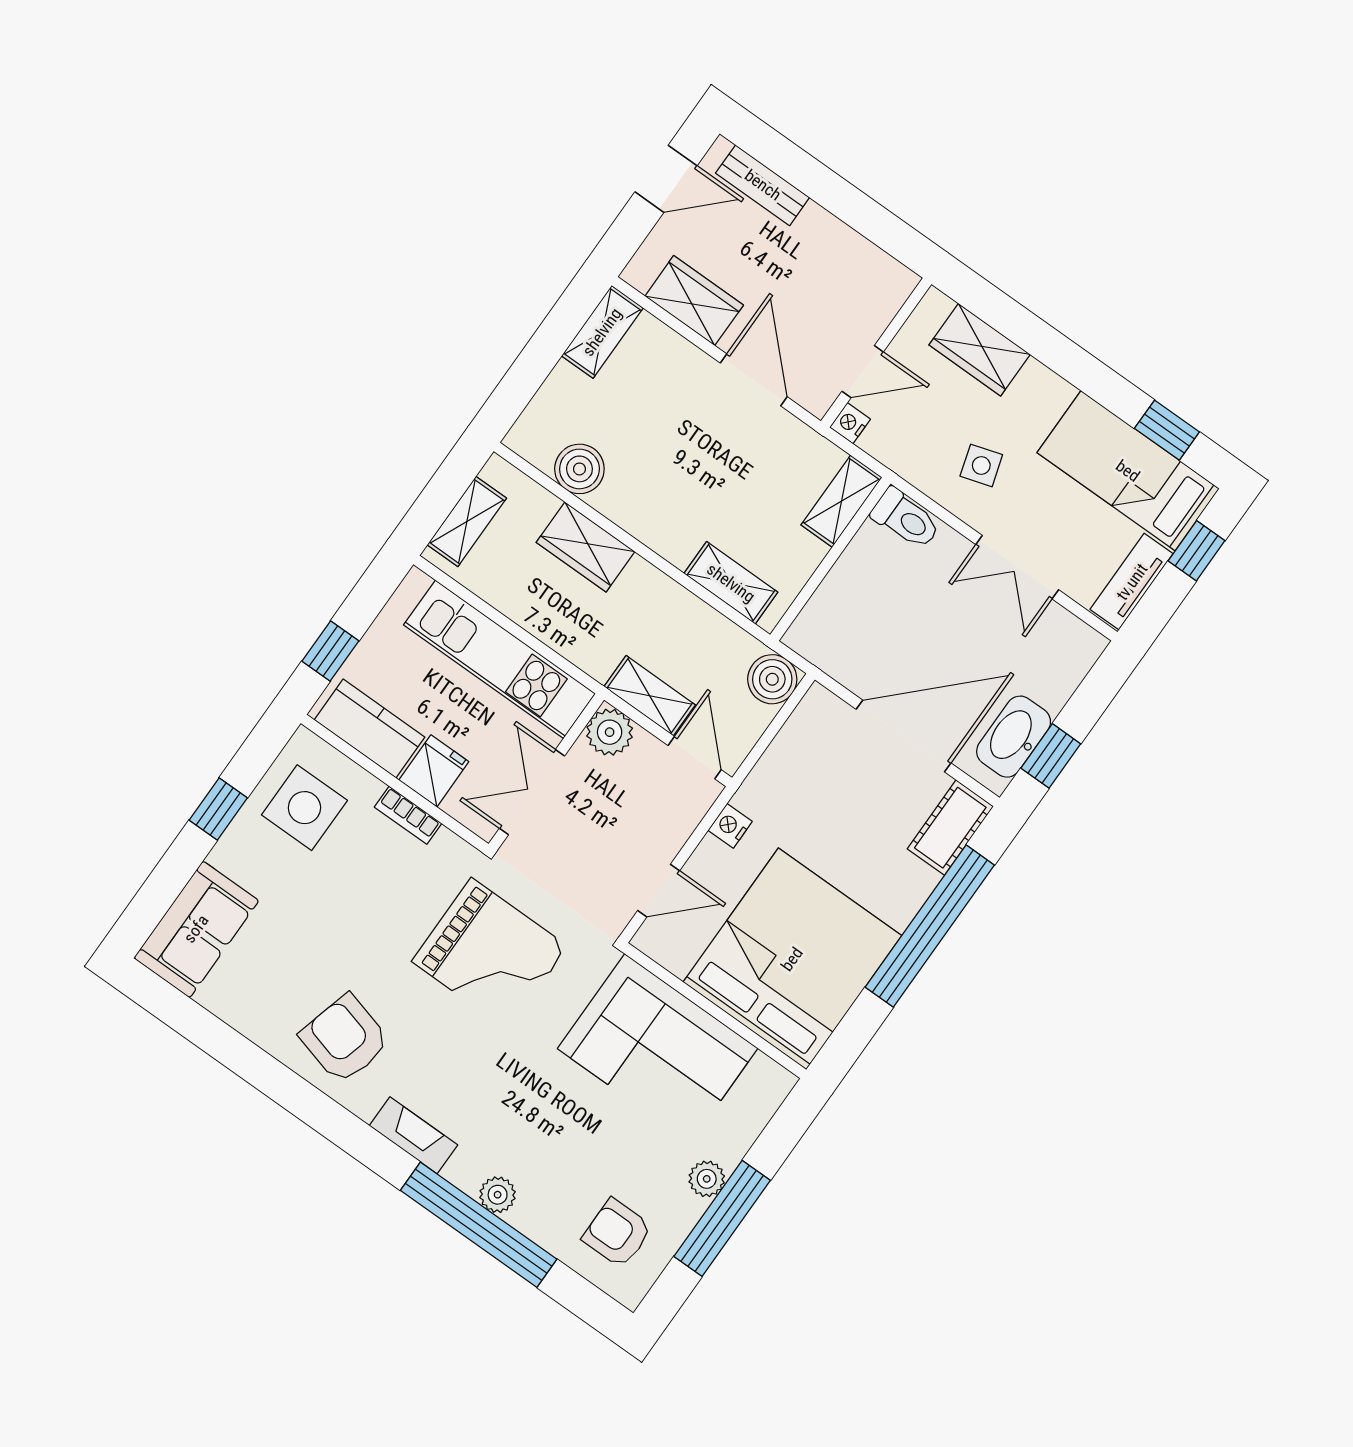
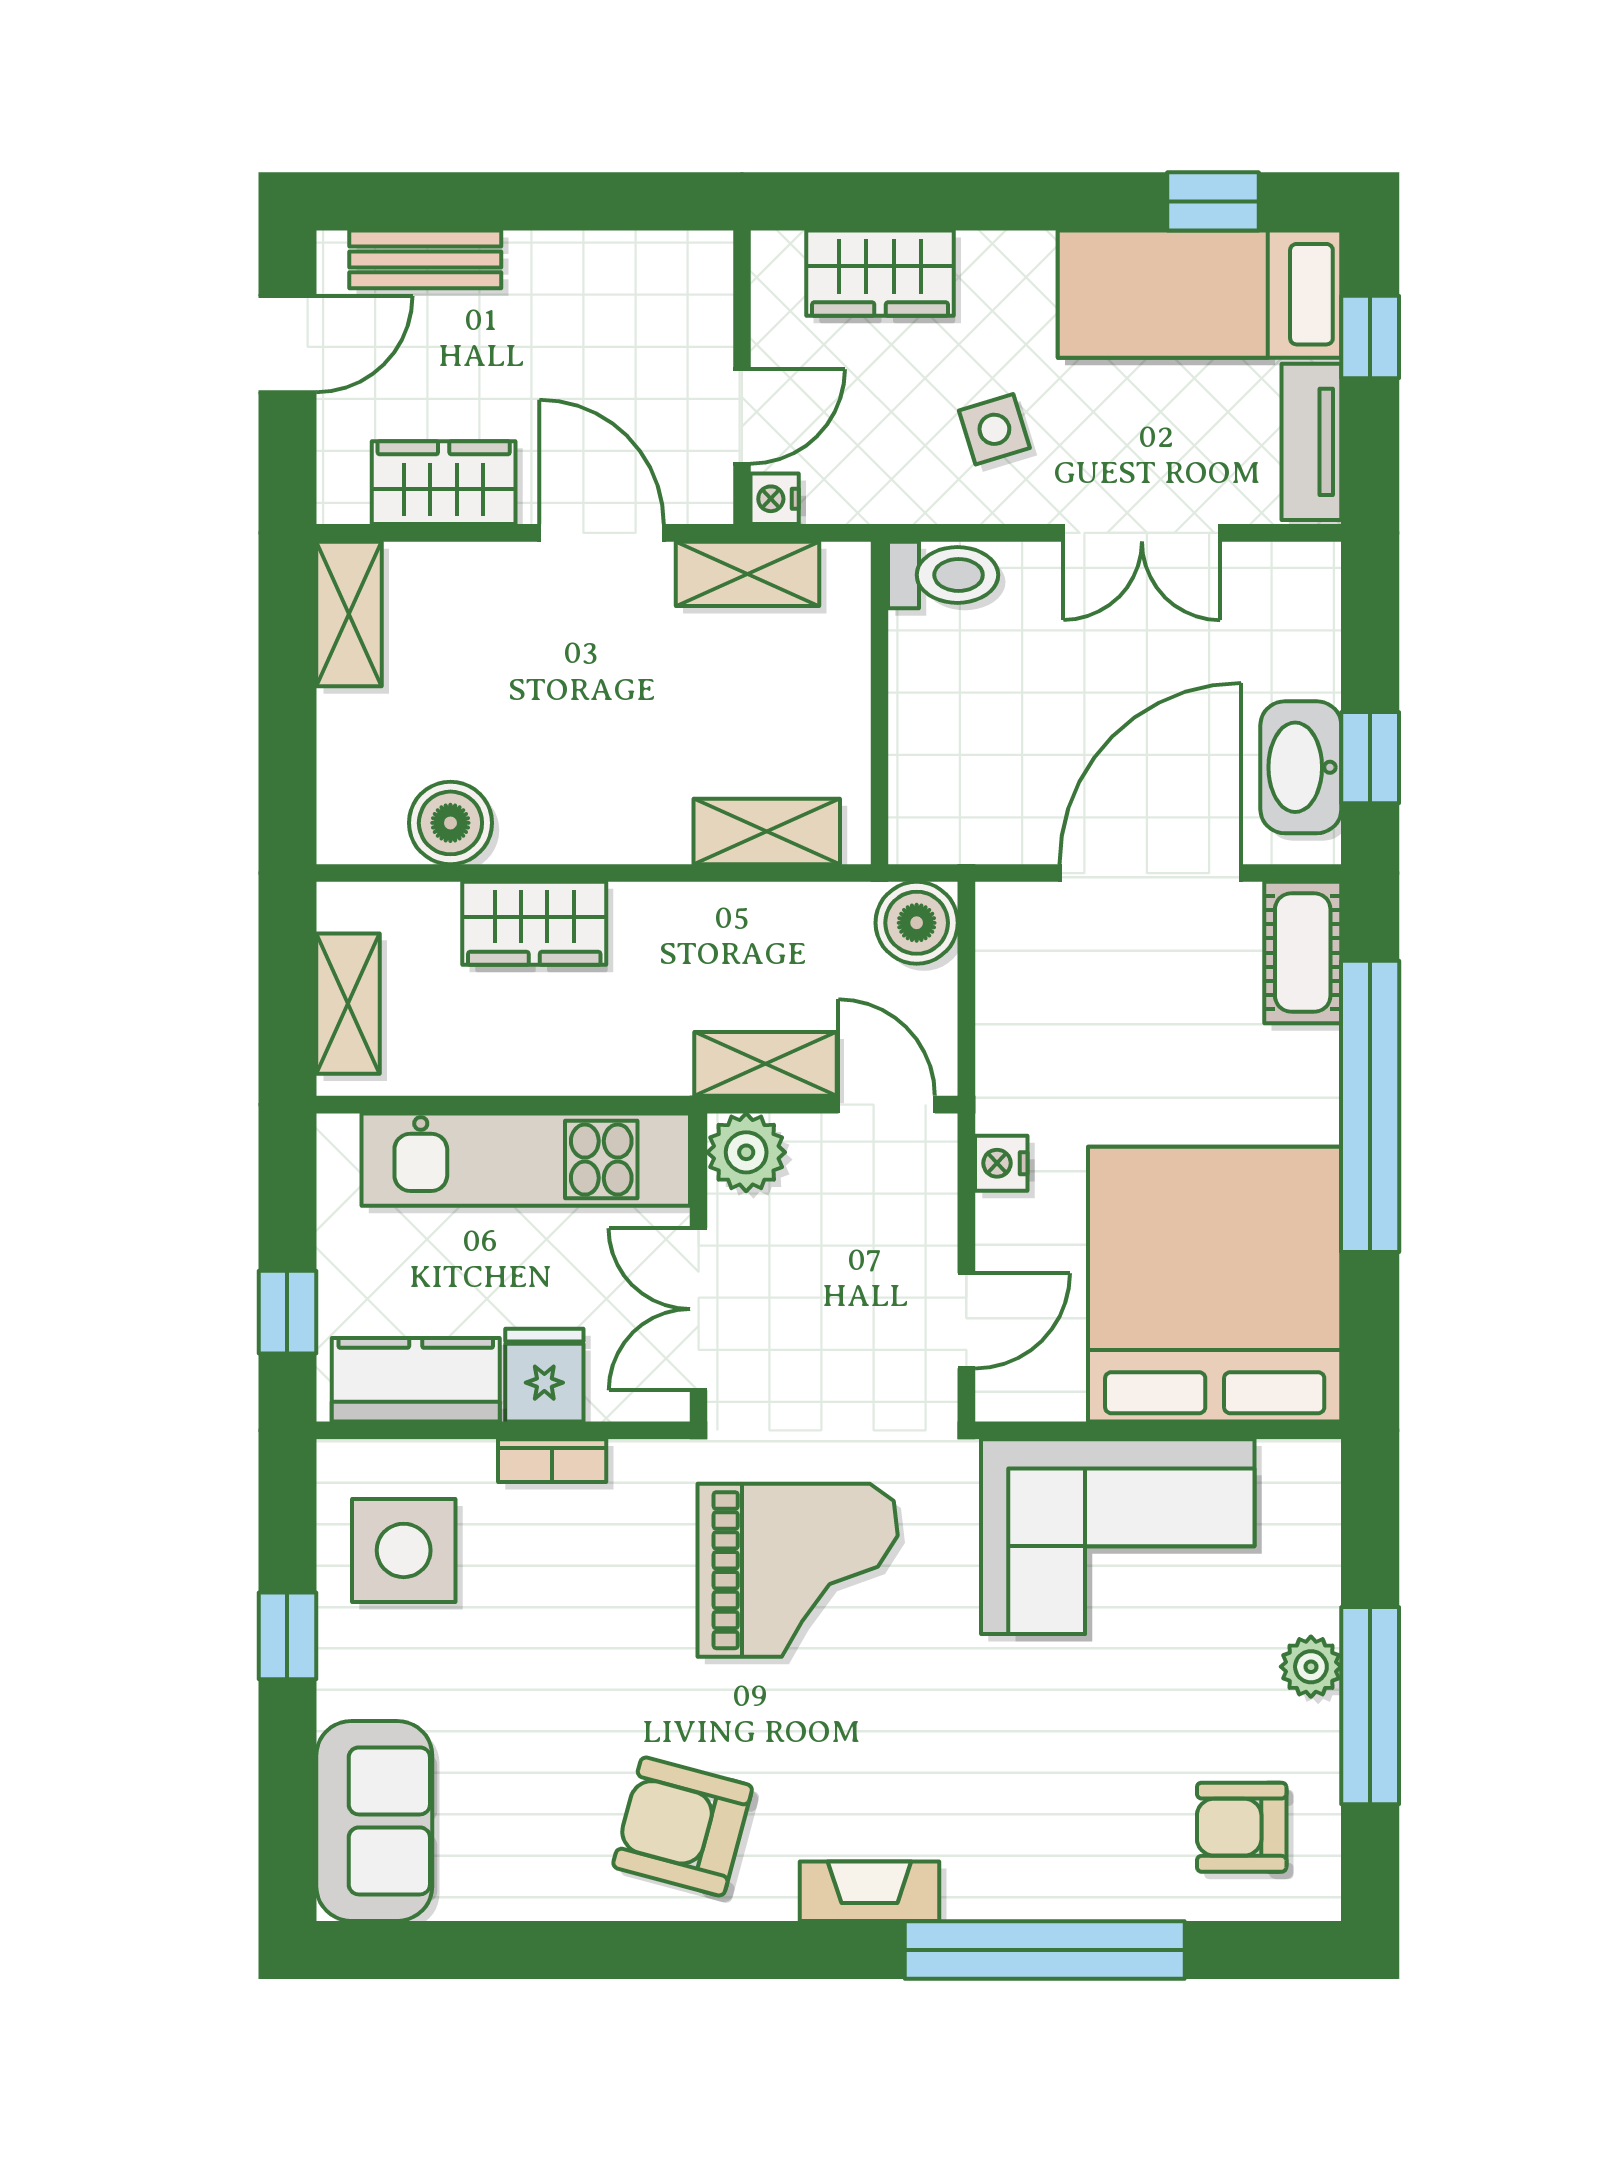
shelving: (842, 501) -> (747, 574), moved, turned 90
plant: (498, 1195) -> (1041, 1891), removed

